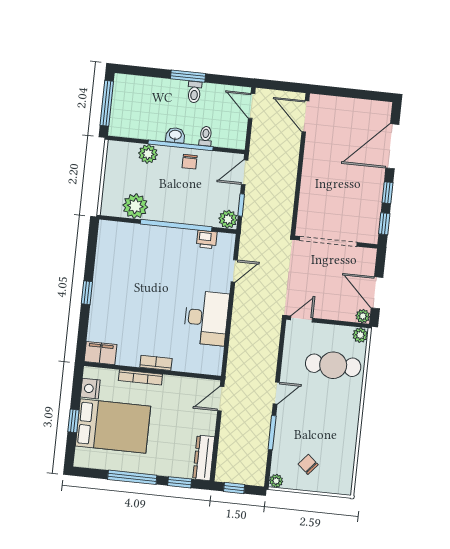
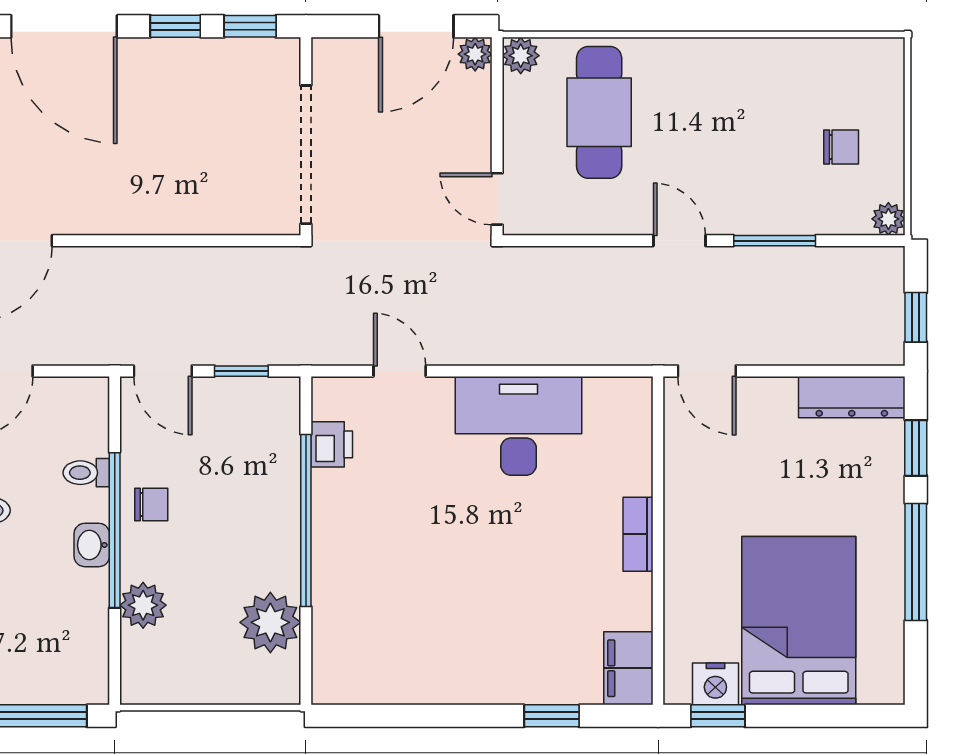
plant: (228, 219) -> (278, 399), removed
window: (87, 293) -> (552, 716), moved
bookcase: (140, 377) -> (676, 567), removed
window: (73, 421) -> (718, 716), moved
chair: (308, 464) -> (841, 147), turned -130

